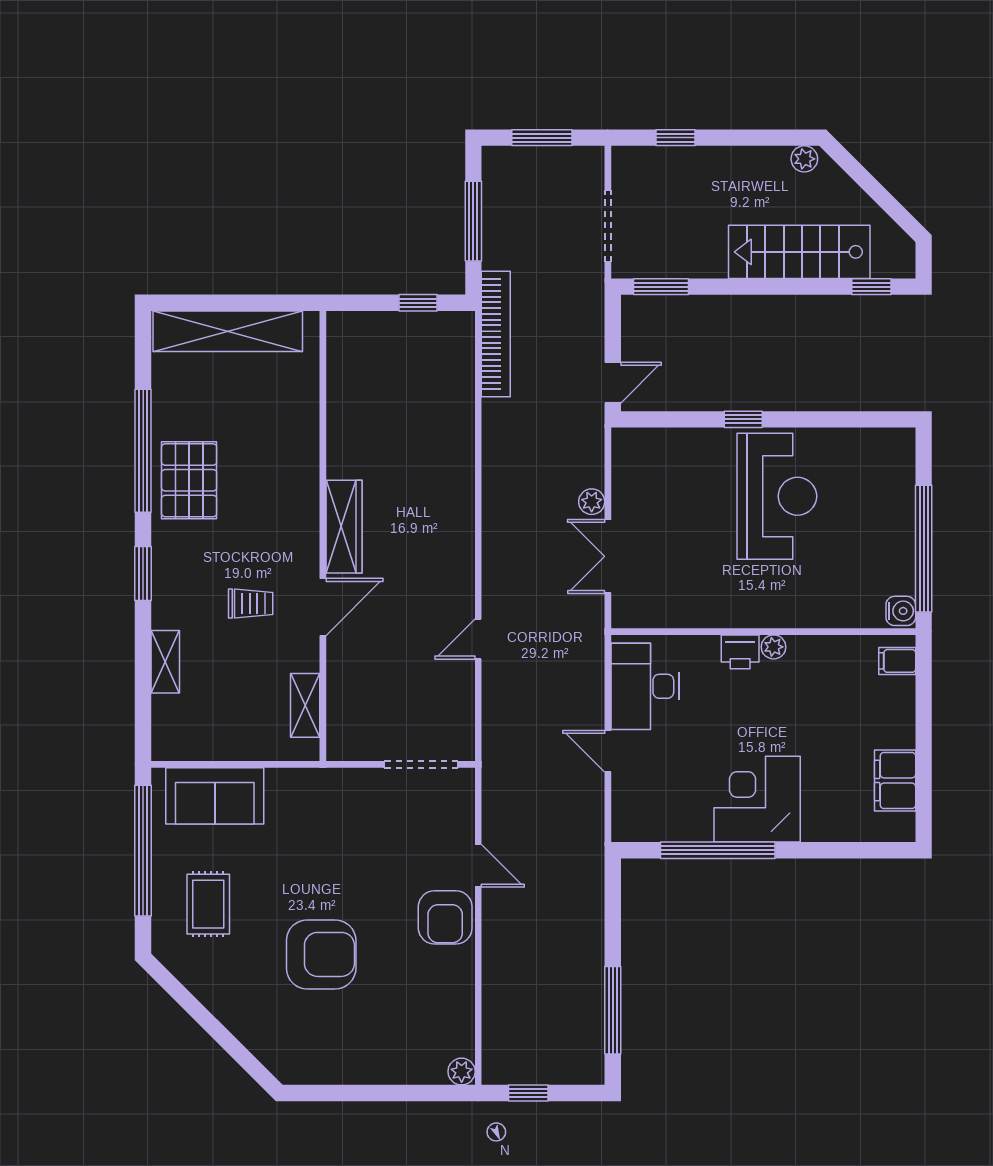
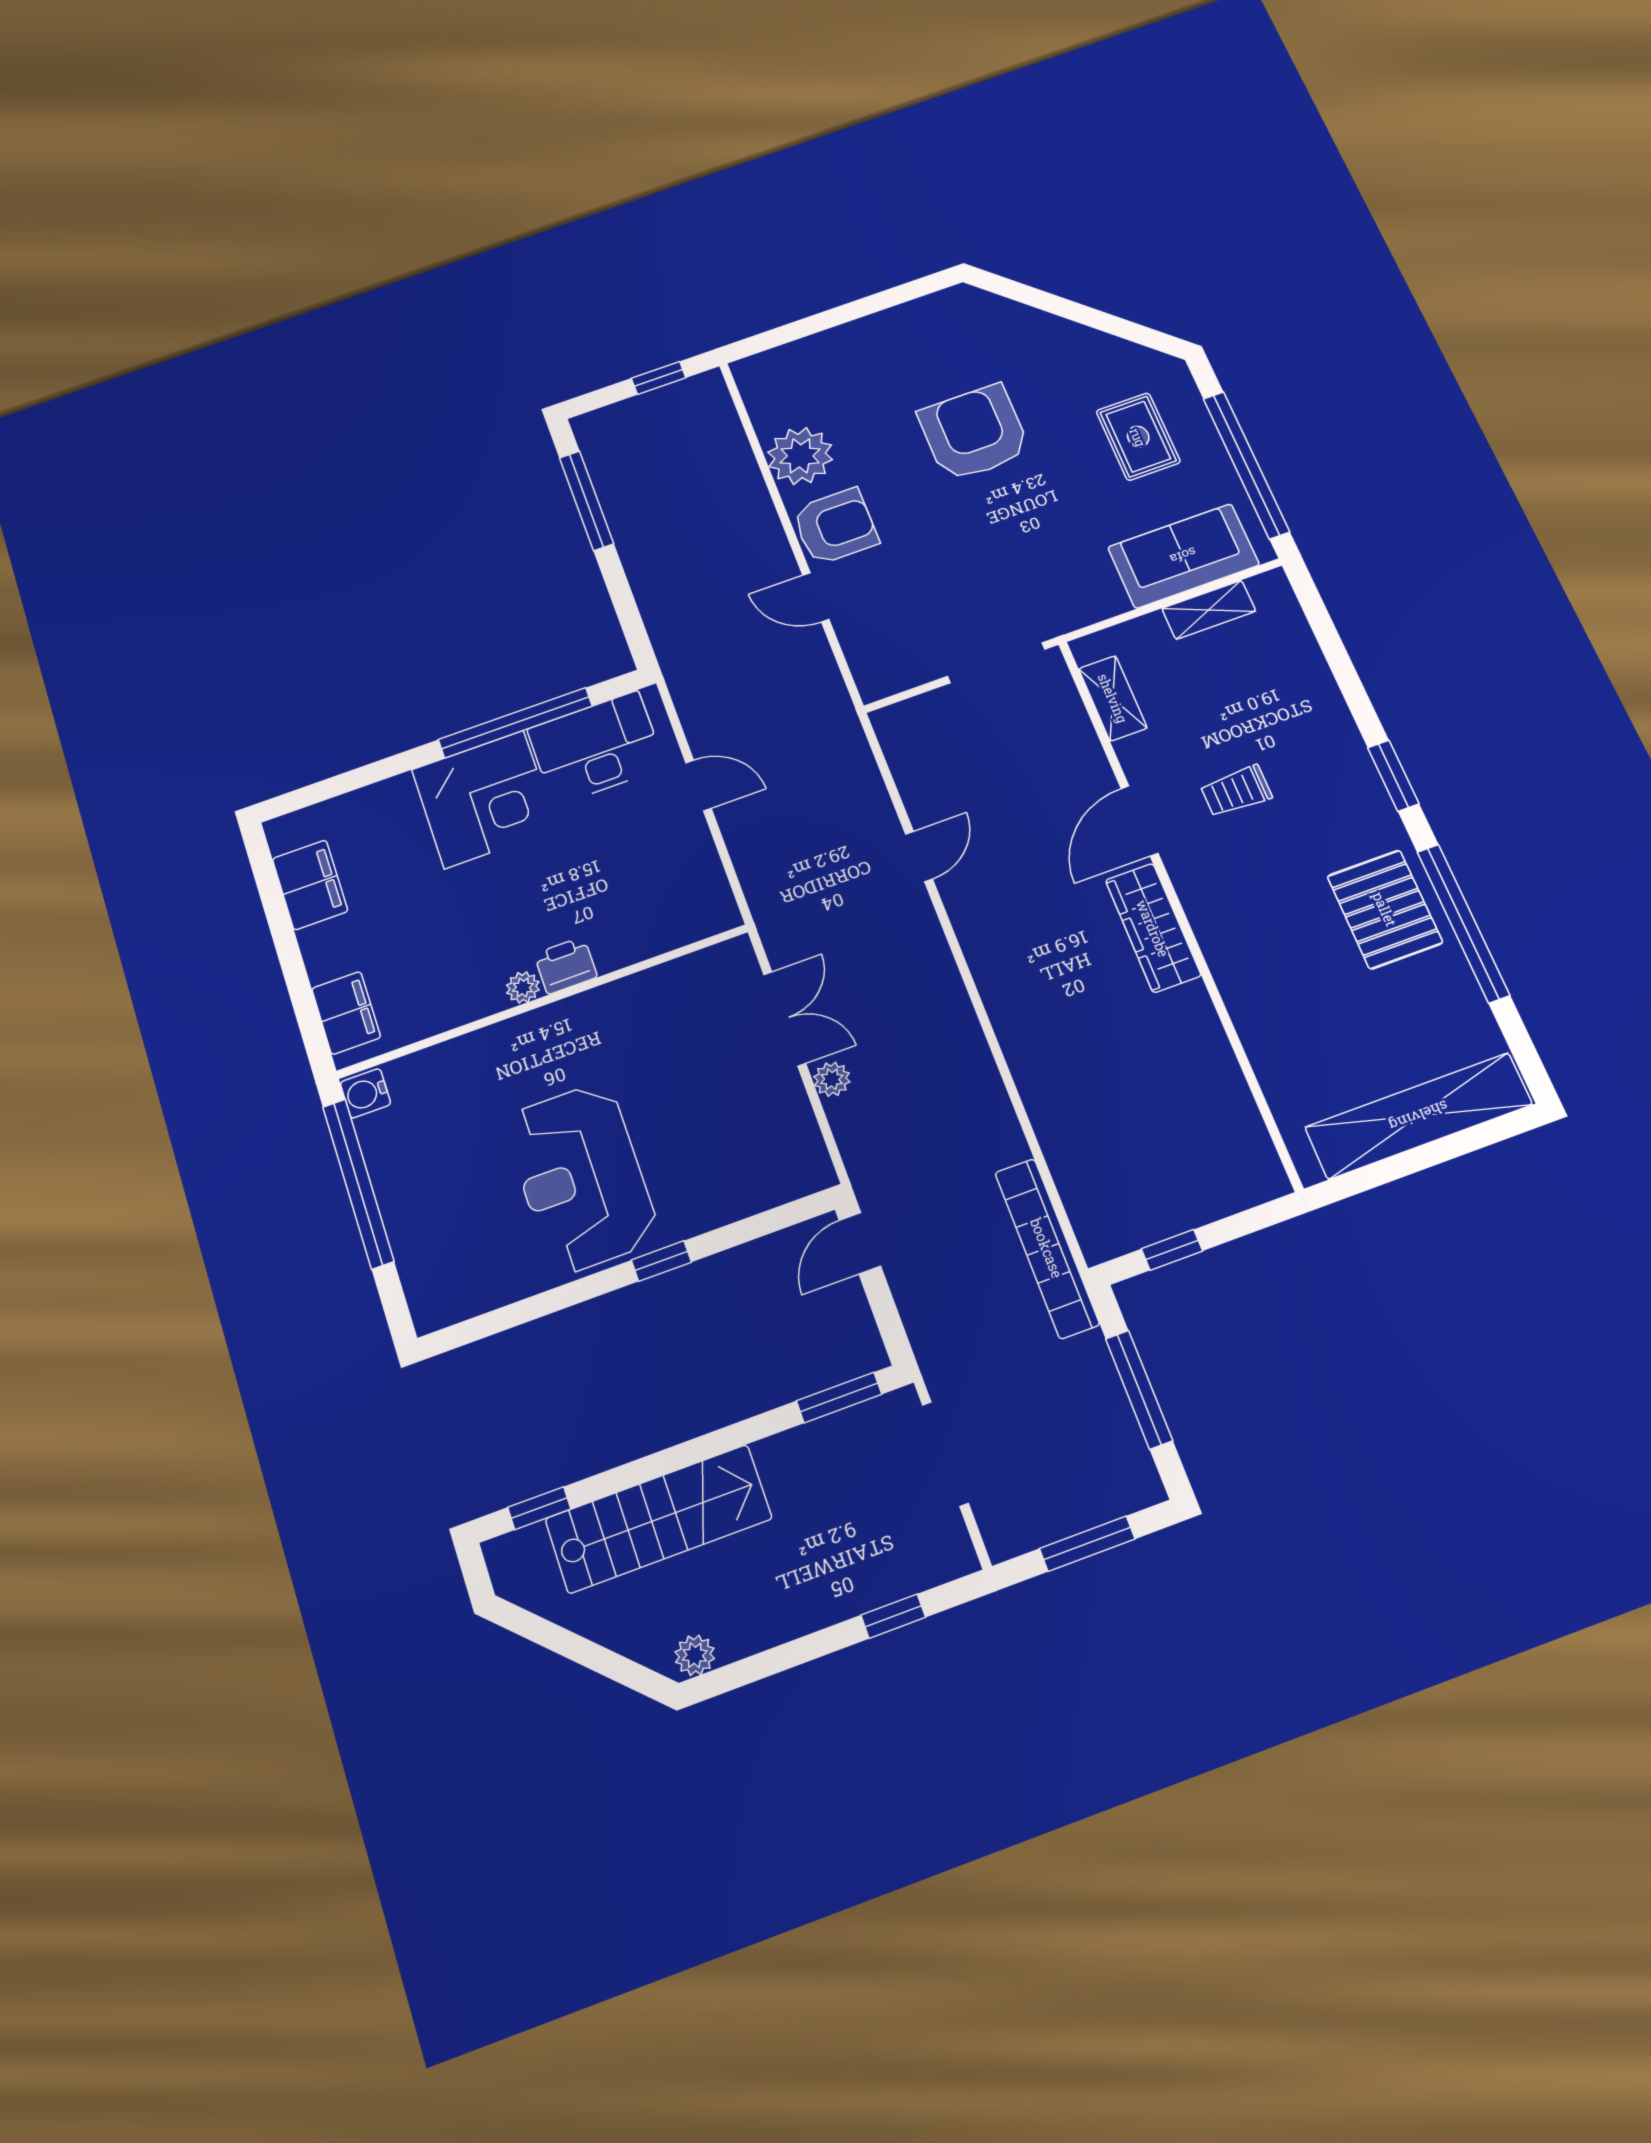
filing cabinet: (897, 661) -> (346, 1013), width x2.00
shelving: (165, 662) -> (1209, 610), moved, turned 90
desk: (645, 686) -> (596, 748), moved, turned -90
doorway: (421, 764) -> (996, 663), moved
armchair: (445, 917) -> (835, 526), turned 90
armchair: (321, 954) -> (974, 433), turned 90
plant: (462, 1072) -> (800, 456), moved, width x1.88, depth x1.88

